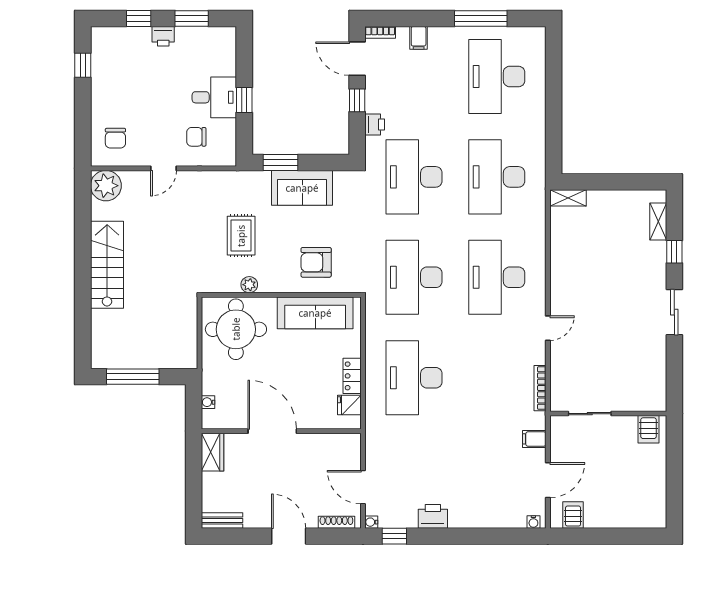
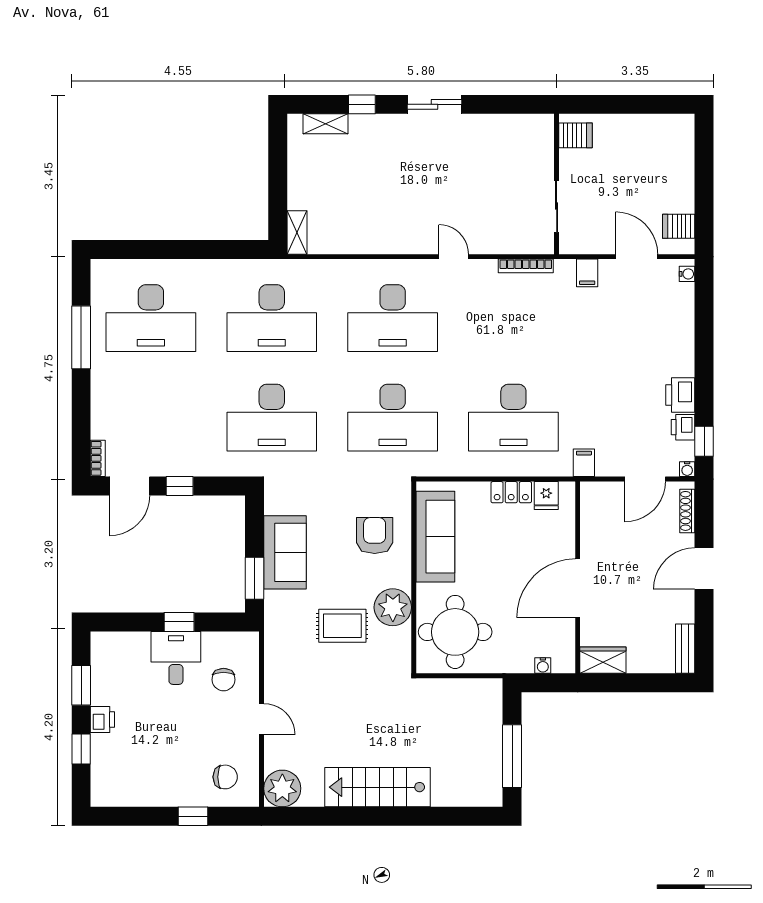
filing cabinet: (419, 38) -> (584, 463), moved, turned -90
window: (83, 65) -> (193, 816), moved
printer: (375, 125) -> (683, 427), moved, turned -90
armchair: (316, 262) -> (375, 536), turned 180
plant: (249, 285) -> (393, 607), width x1.88, depth x1.88

